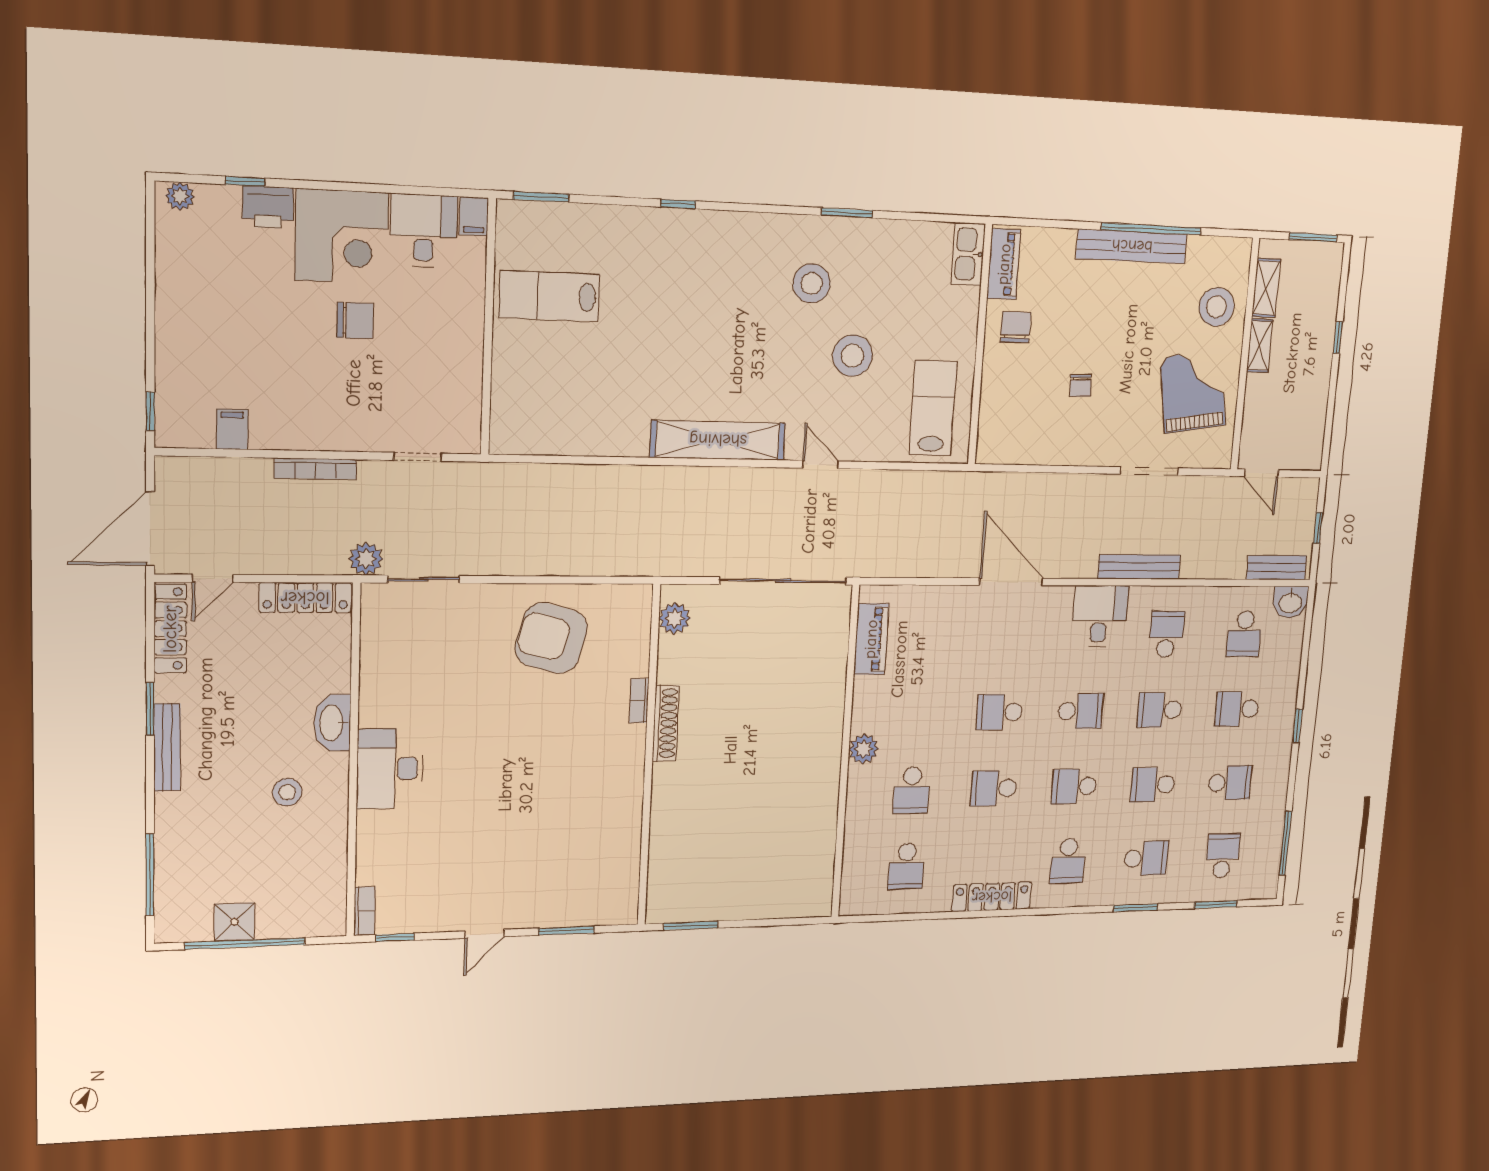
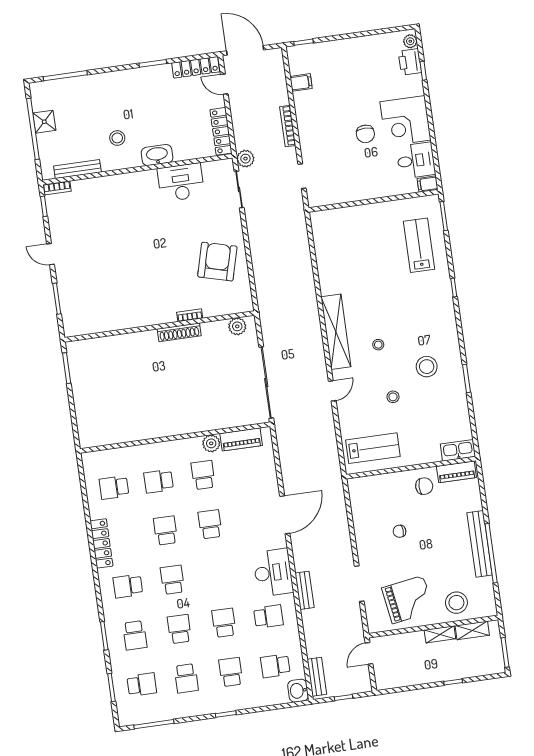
printer: (268, 207) -> (410, 62), moved
lab bench: (550, 296) -> (419, 245), moved
stool: (853, 356) -> (393, 397), width x0.53, depth x0.53
stool: (756, 366) -> (378, 345), added
bench: (1139, 567) -> (305, 590), width x0.73
desk: (1099, 616) -> (273, 573), width x1.37
school desk: (1080, 711) -> (203, 475), moved, turned 180
bench: (167, 747) -> (77, 169), moved
plant: (864, 749) -> (211, 443), moved
desk: (390, 769) -> (181, 182), moved

